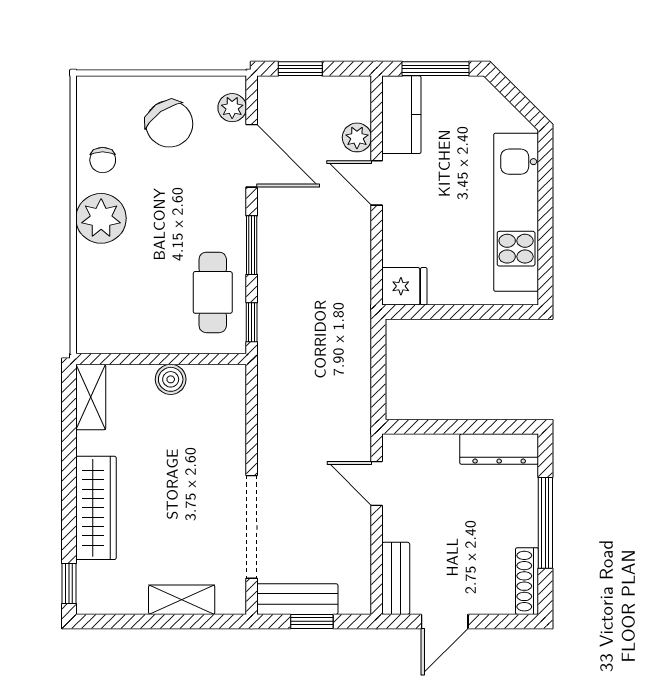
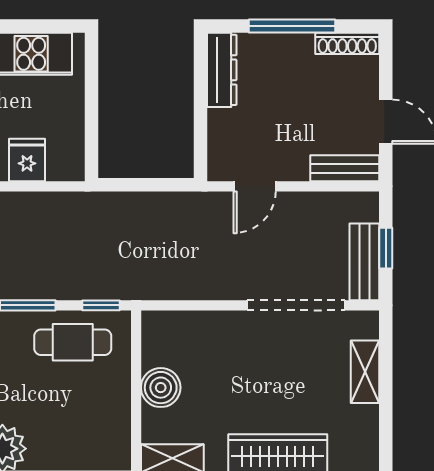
fridge: (404, 286) -> (27, 160), moved
boiler: (171, 379) -> (161, 388), width x1.36, depth x1.36

